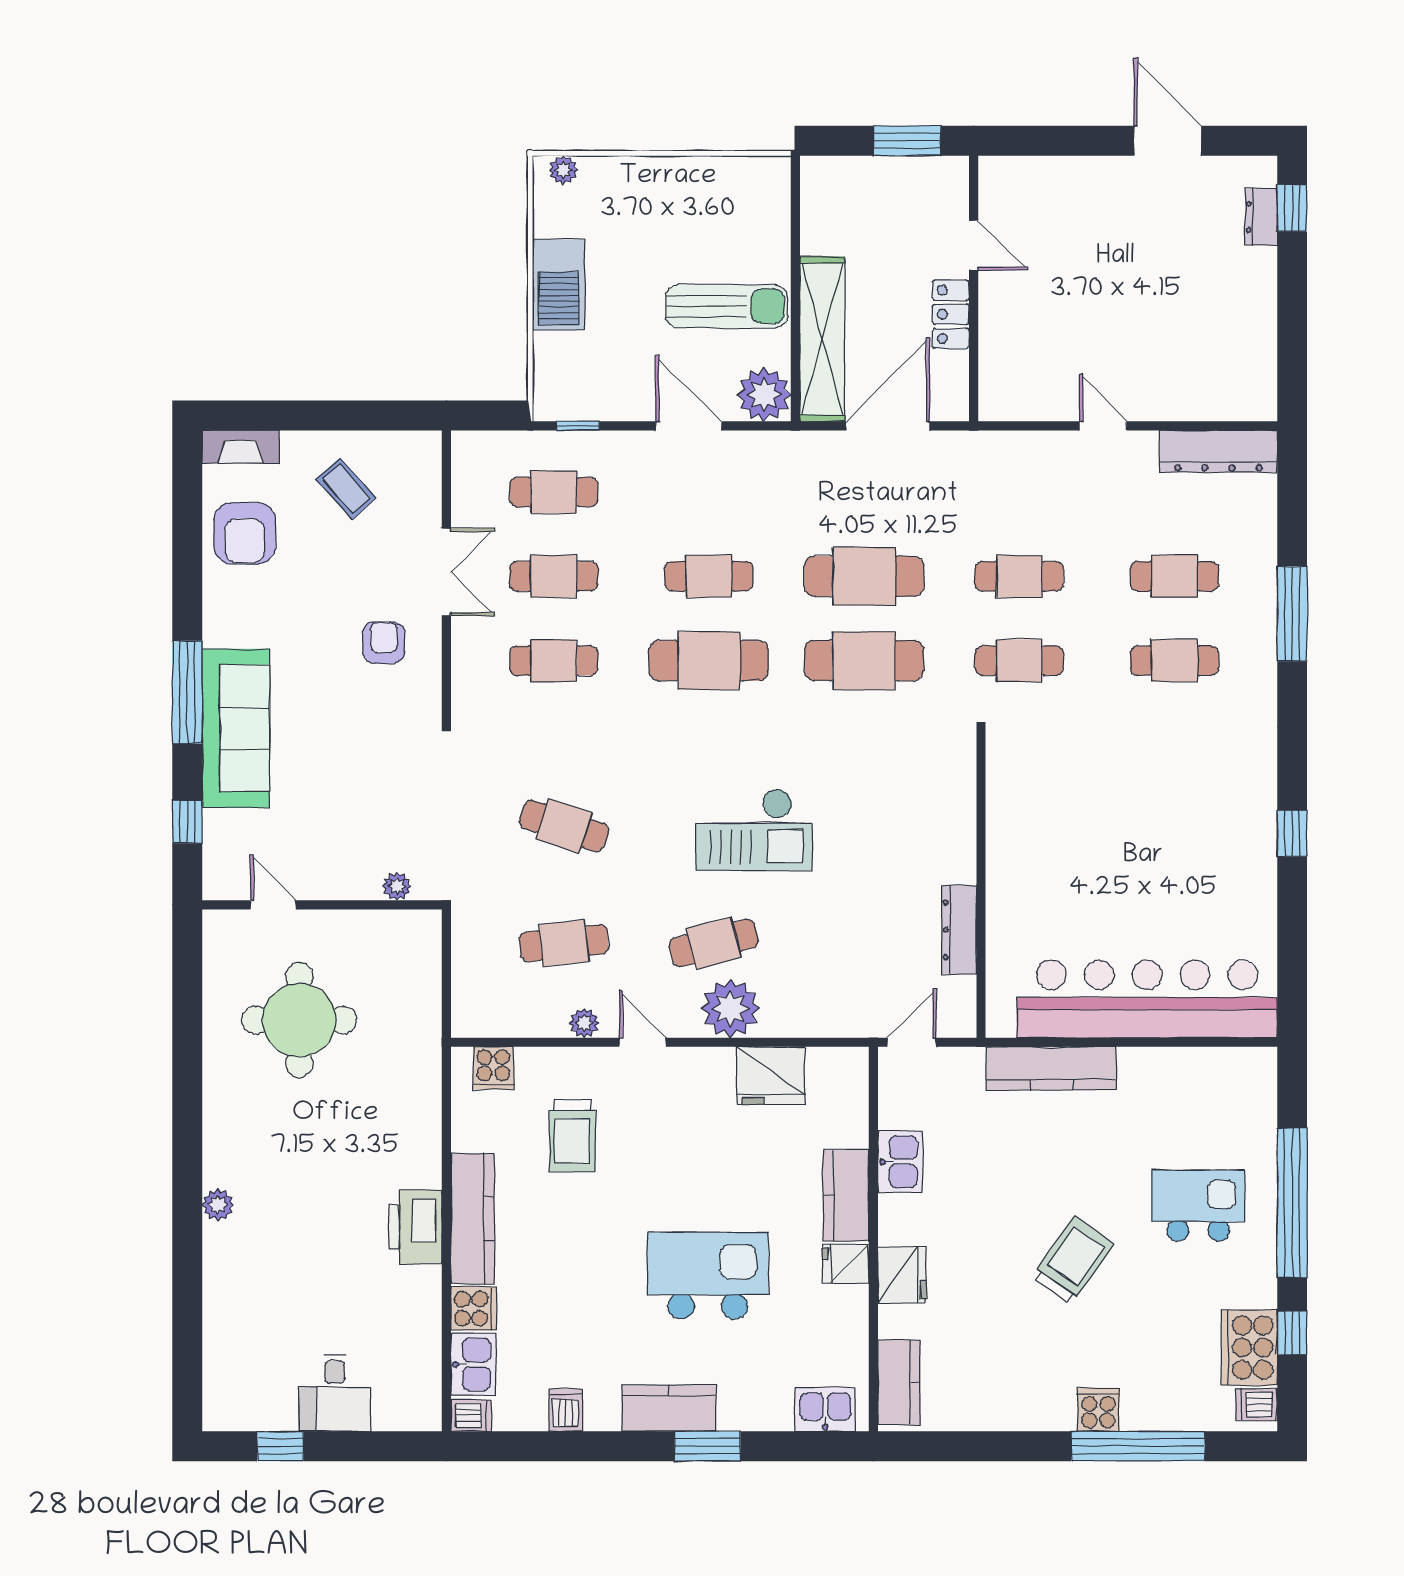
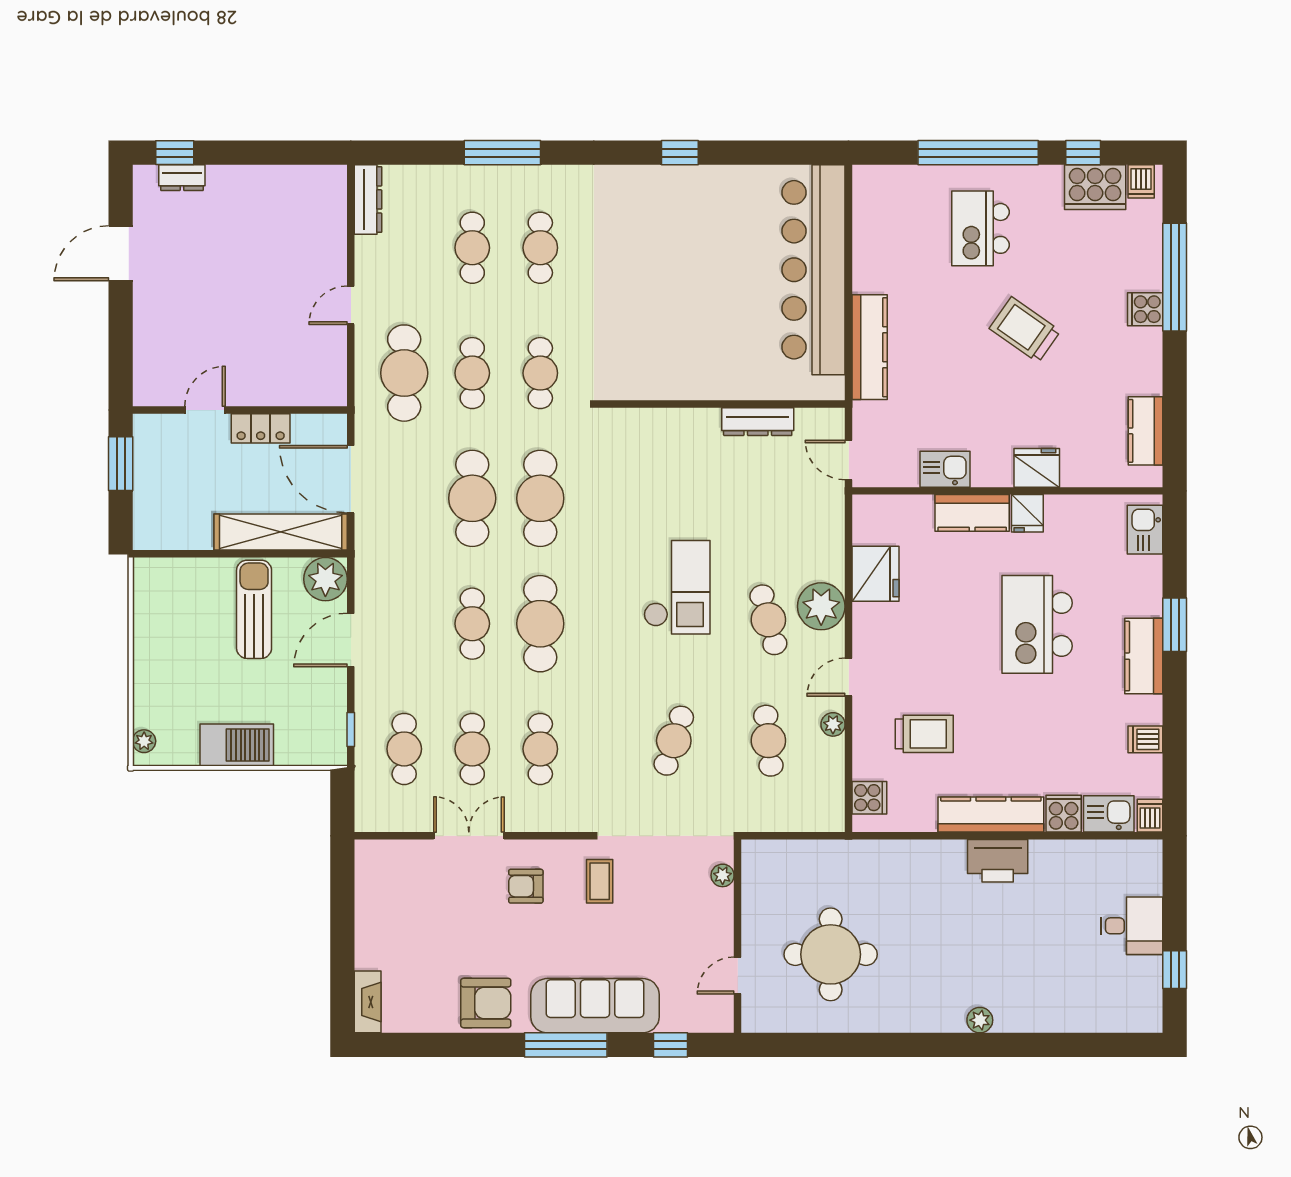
dresser: (1218, 451) -> (368, 199), width x0.73, depth x0.80
coffee table: (346, 489) -> (600, 881), moved, turned -48
cafe table: (1019, 492) -> (404, 373), added
armchair: (245, 533) -> (486, 1003), moved
kitchen counter: (899, 1382) -> (1146, 431), moved, turned -90

